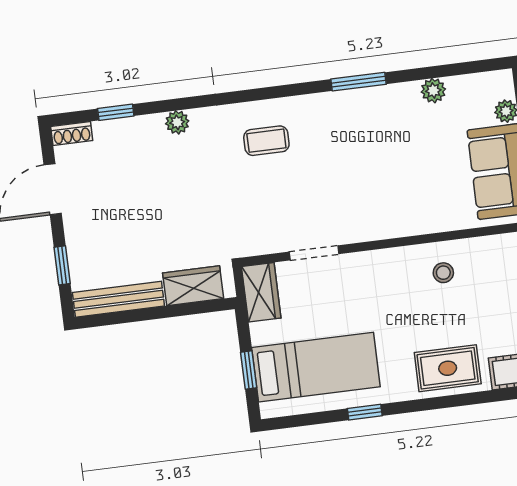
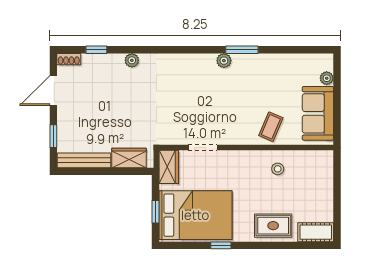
plant: (433, 91) -> (224, 61), moved
coffee table: (266, 141) -> (271, 127), moved, turned -67
bed: (316, 367) -> (195, 215), width x1.50

